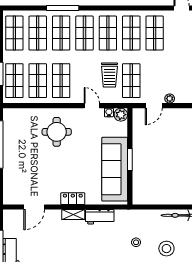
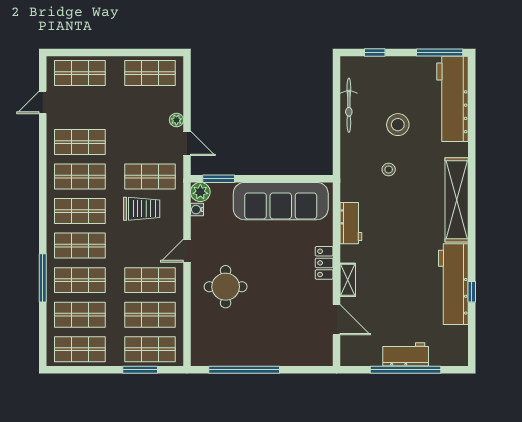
door: (92, 106) -> (187, 251), moved
window: (130, 160) -> (219, 179), moved
shelving: (73, 215) -> (348, 280), moved

